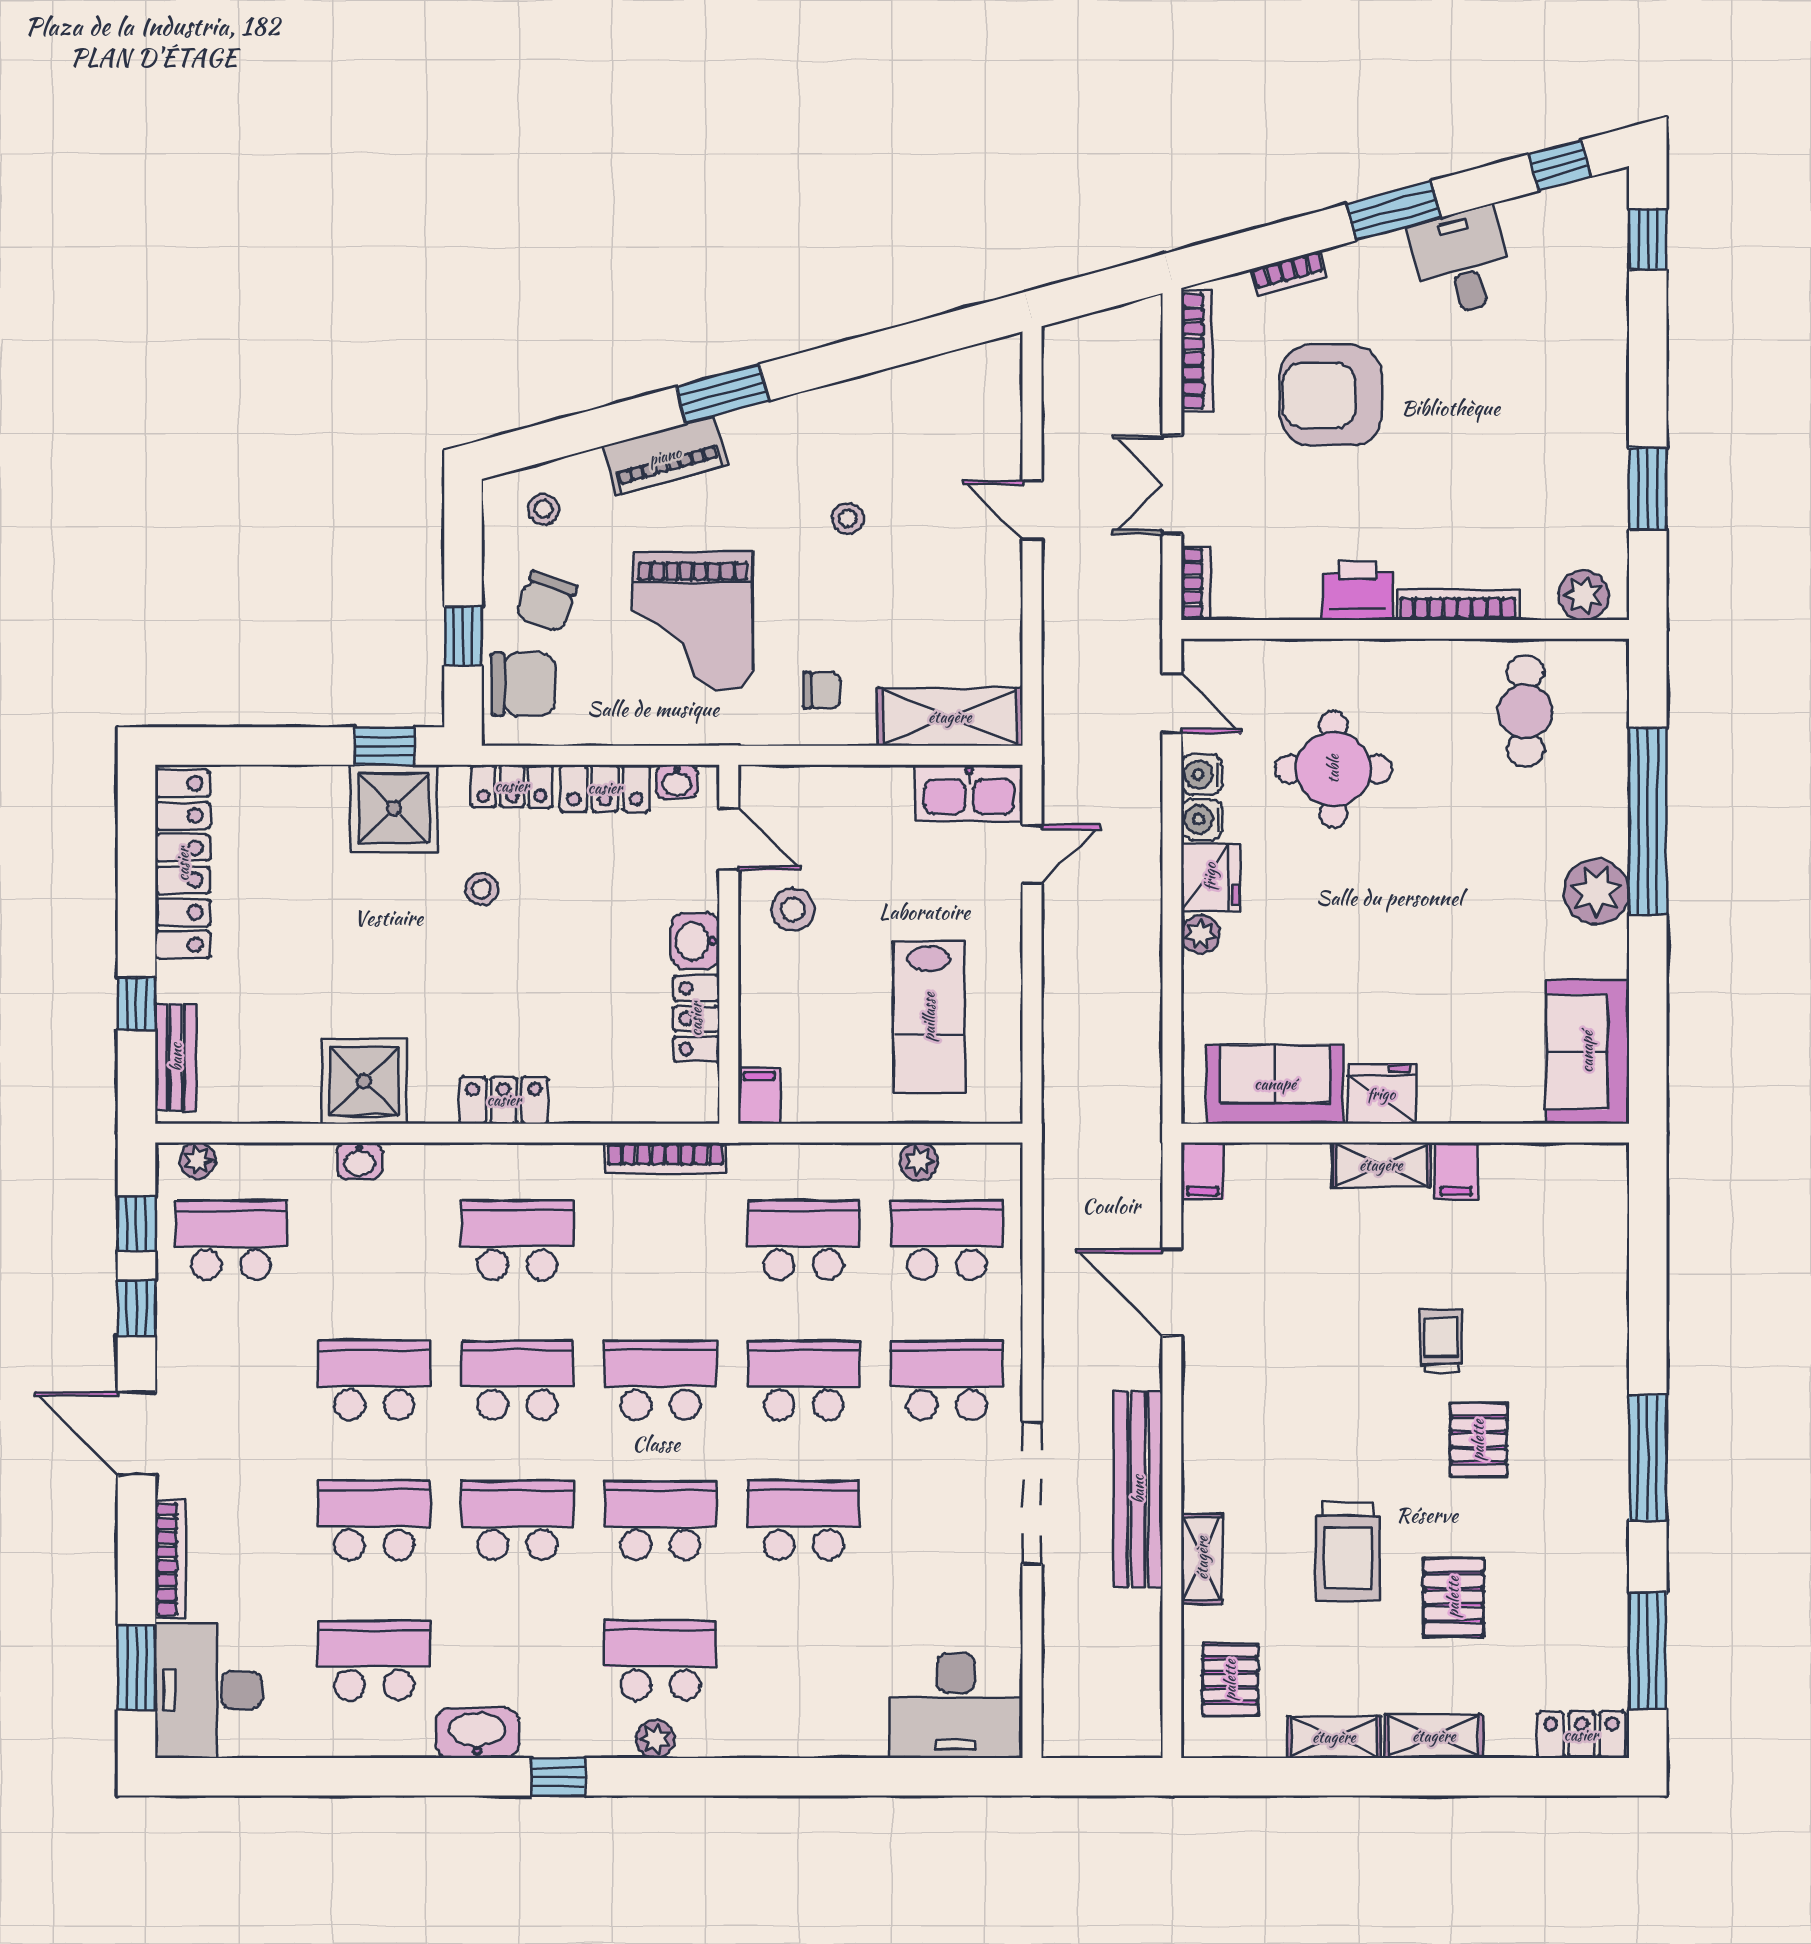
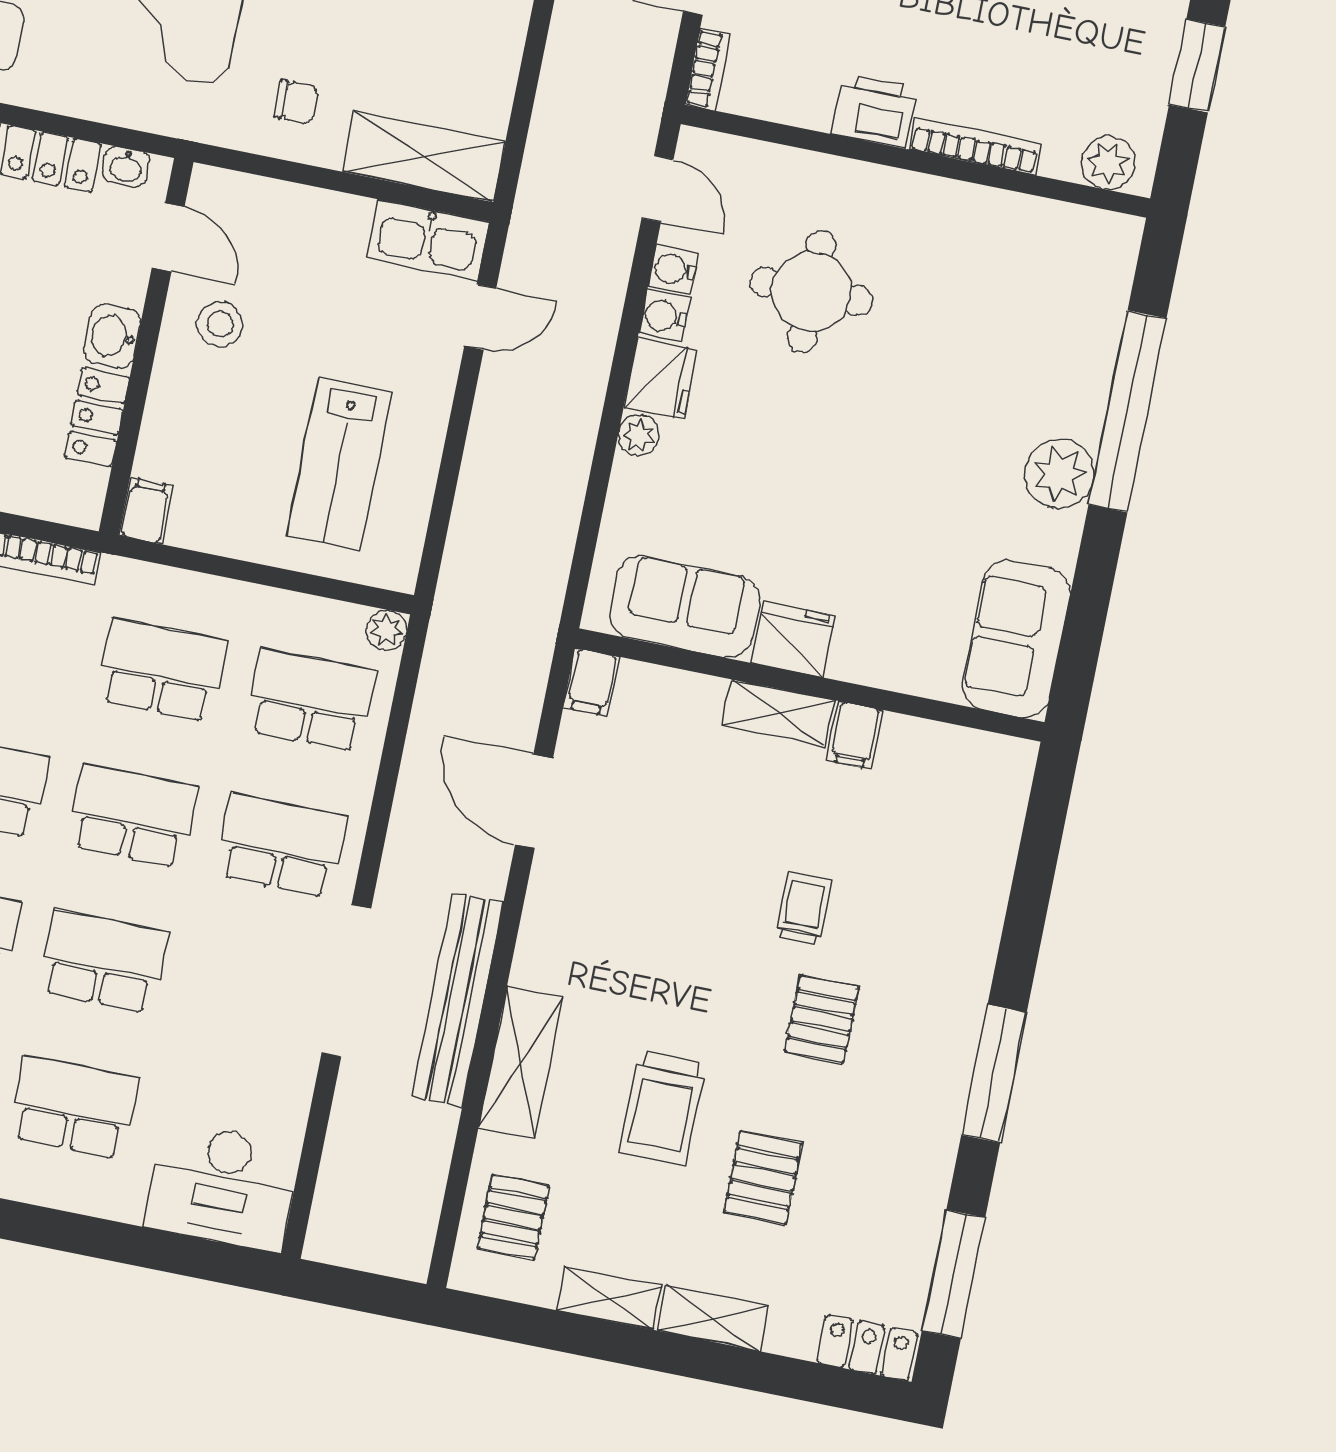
cafe table: (1525, 711) -> (1023, 271), removed
plant: (919, 1161) -> (386, 630), moved
shelving: (1202, 1558) -> (521, 1063), width x1.50, depth x1.33
school desk: (804, 1660) -> (74, 1107), added

